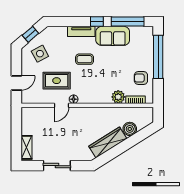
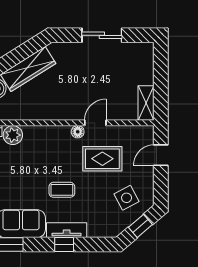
window: (97, 22) -> (64, 245), moved
shelving: (27, 147) -> (146, 103), moved

